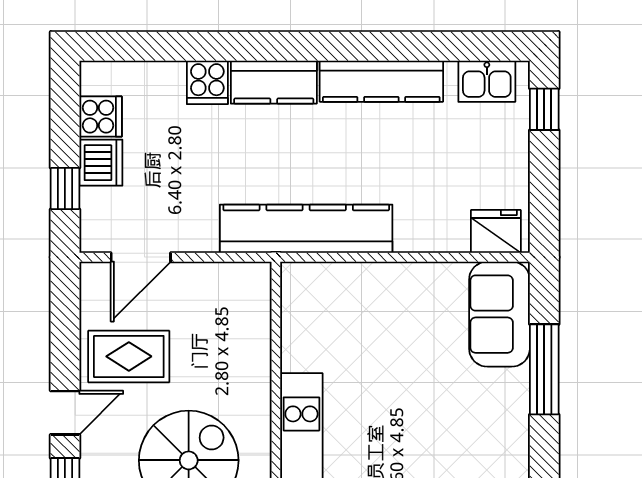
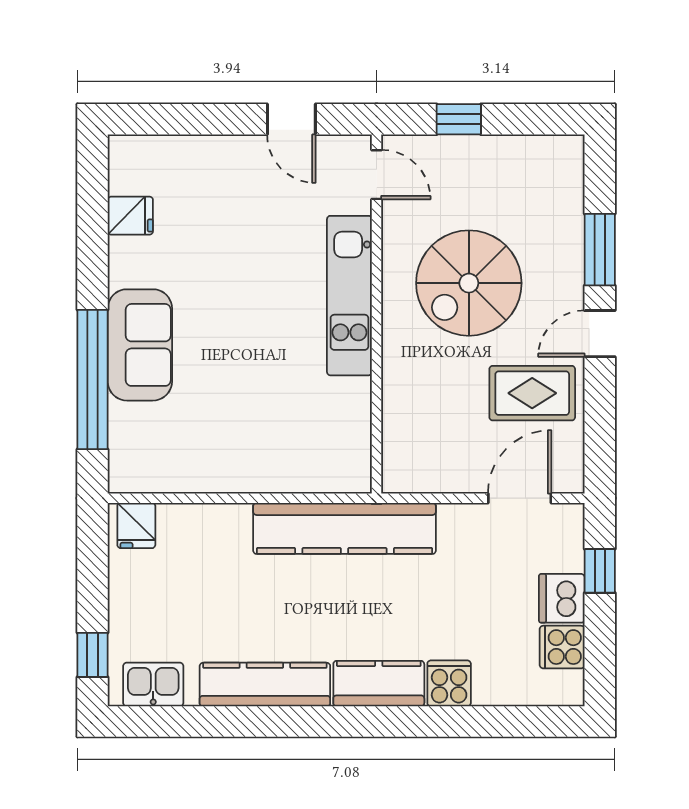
fridge: (496, 231) -> (136, 525), width x0.72
sofa: (499, 314) -> (140, 345), moved
window: (544, 369) -> (92, 379), width x1.46

